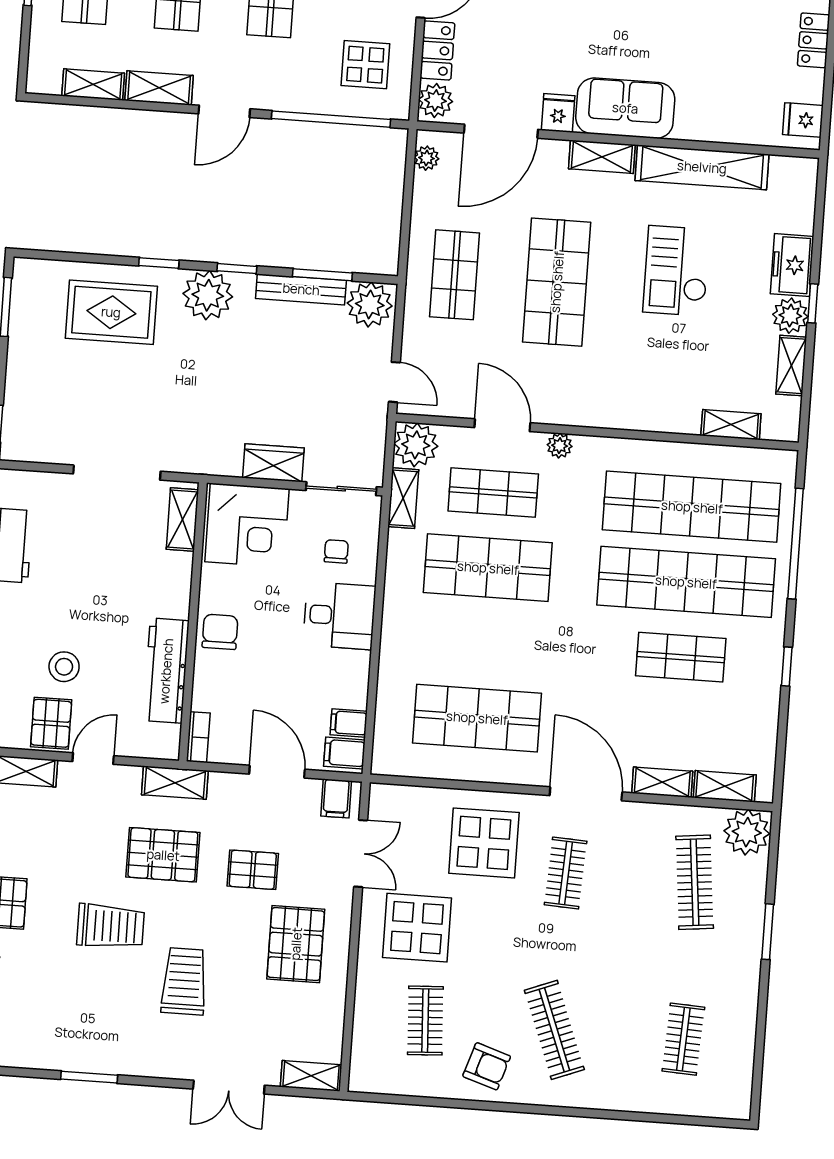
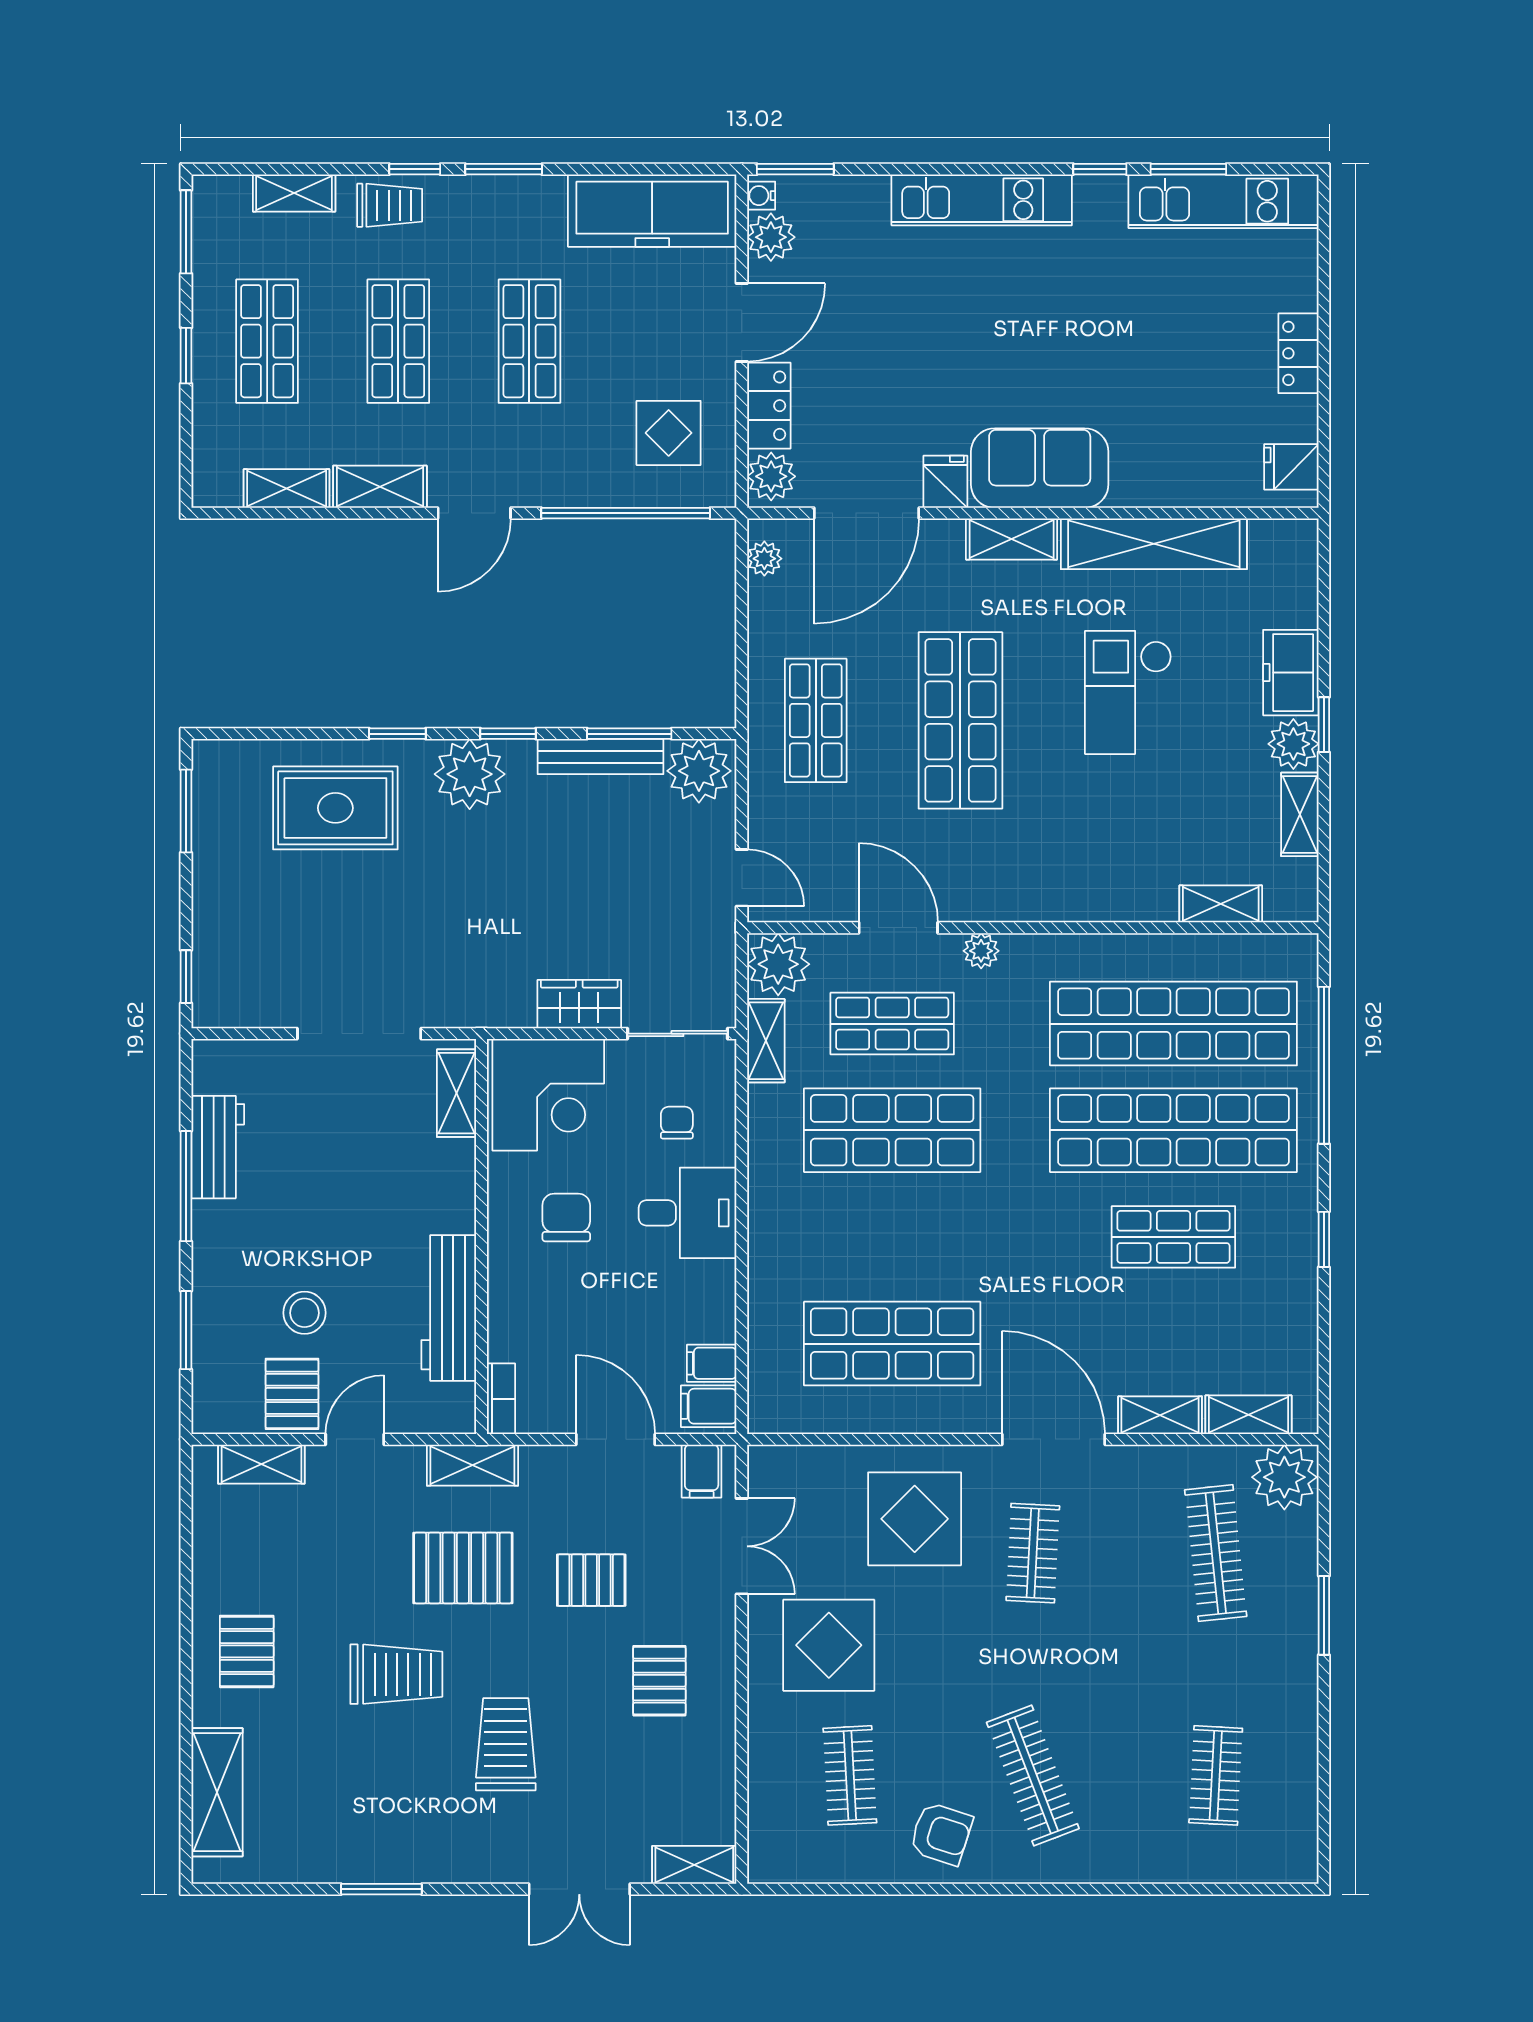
chair: (220, 632) -> (566, 1217), moved
pallet: (296, 944) -> (659, 1681), width x0.67, depth x0.71

